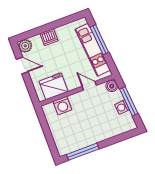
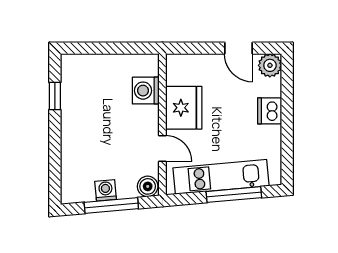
door: (22, 66) -> (238, 48), hinge flipped
fridge: (54, 86) -> (184, 108), moved
door: (89, 86) -> (162, 148), hinge flipped
window: (83, 152) -> (55, 96), width x0.46

